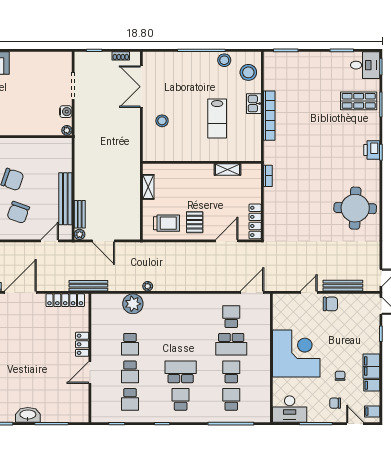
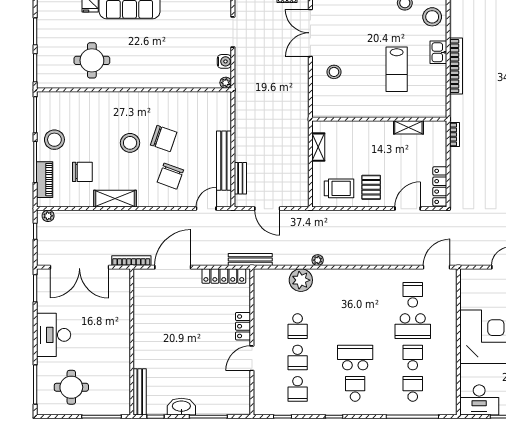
plant: (80, 234) -> (240, 201), removed

